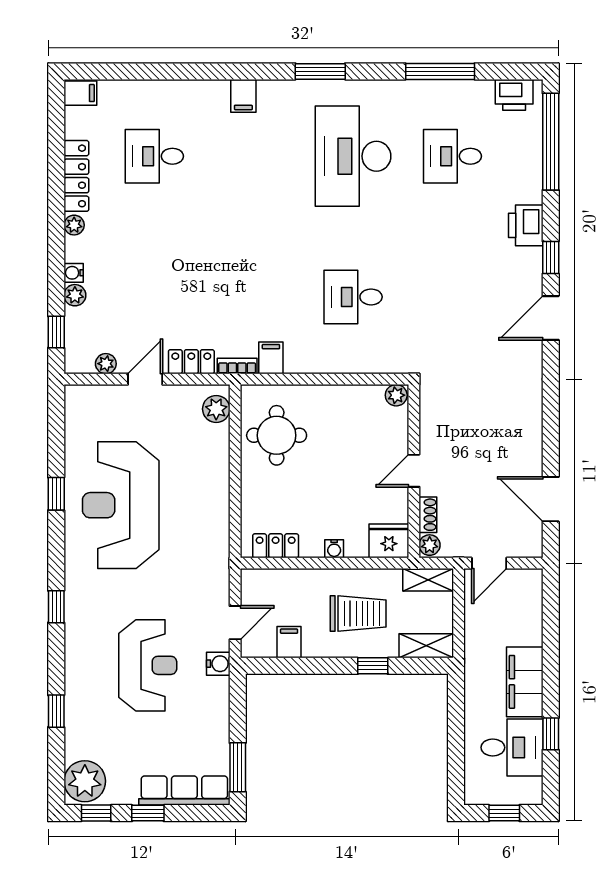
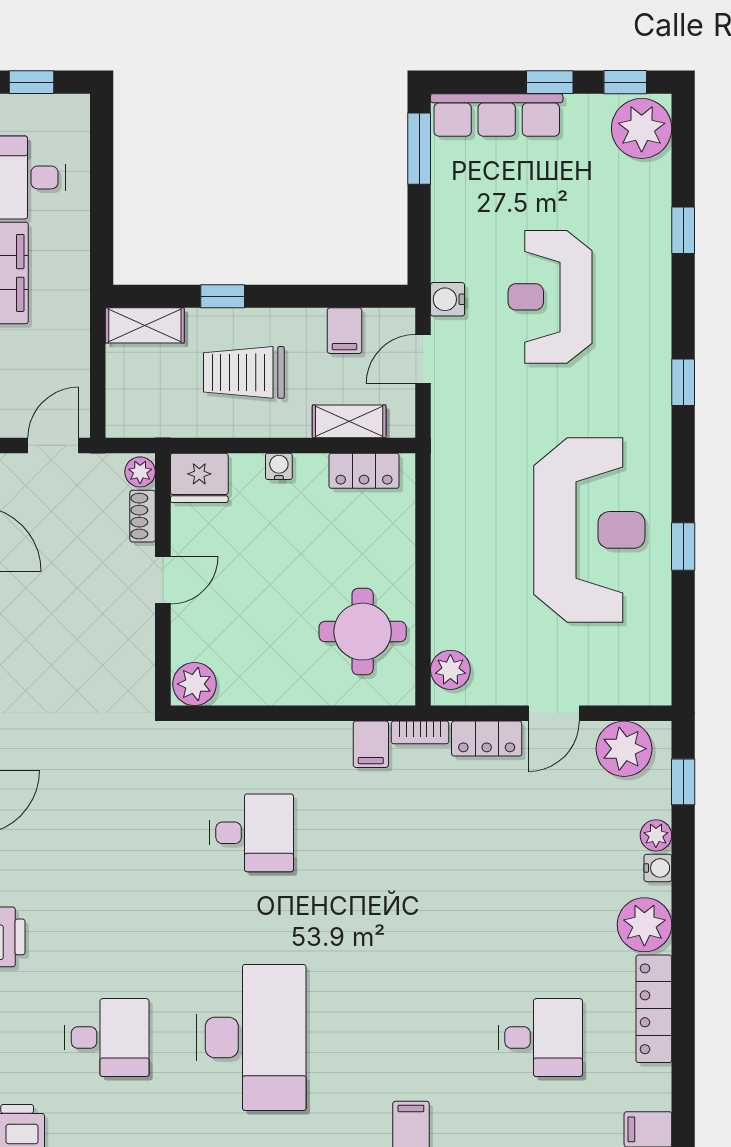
plant: (74, 225) -> (644, 925), width x1.88, depth x1.88
plant: (106, 364) -> (624, 749), width x1.88, depth x1.88
plant: (396, 395) -> (195, 684), width x1.38, depth x1.38
shelving: (428, 580) -> (349, 421), moved

